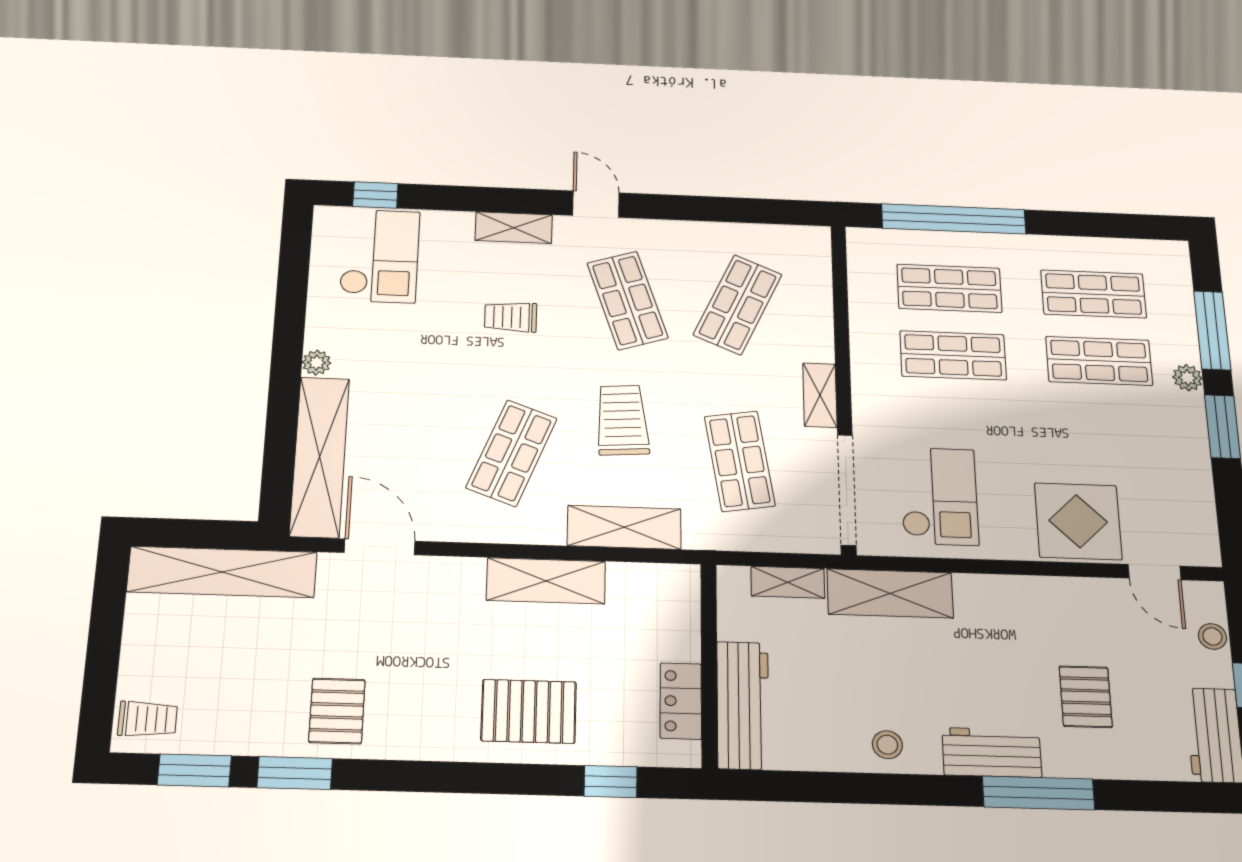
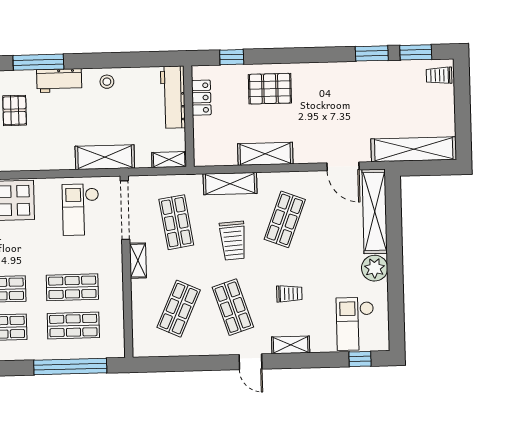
plant: (317, 363) -> (375, 268), width x1.87, depth x1.87
shelving: (788, 582) -> (169, 160), moved
pallet: (337, 711) -> (356, 84), removed

